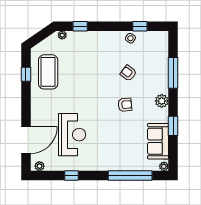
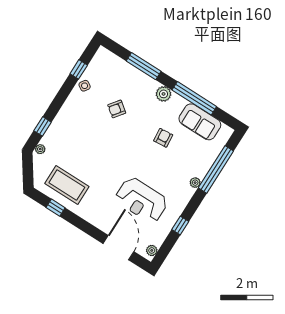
armchair: (125, 105) -> (163, 138), moved
window: (173, 126) -> (194, 98), width x2.11
reception desk: (72, 135) -> (141, 200), turned 180
plant: (164, 166) -> (195, 183), moved

